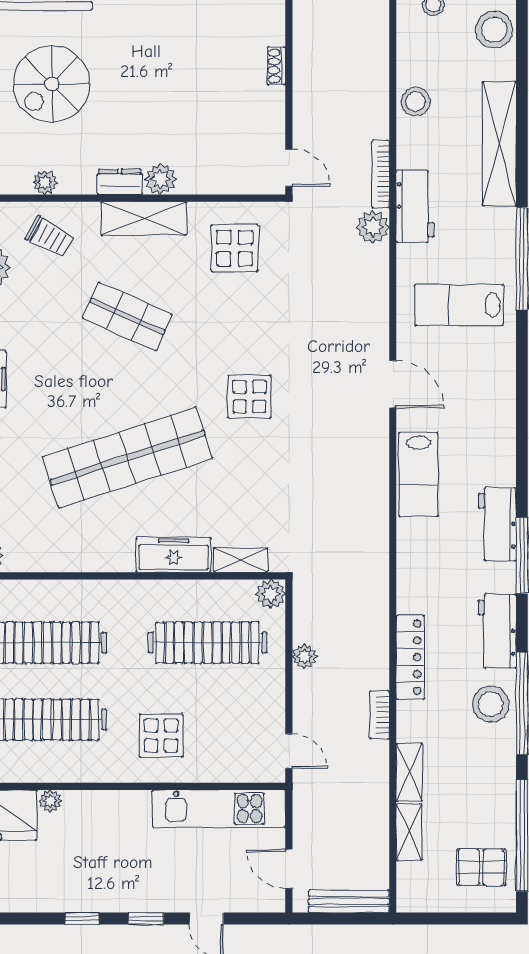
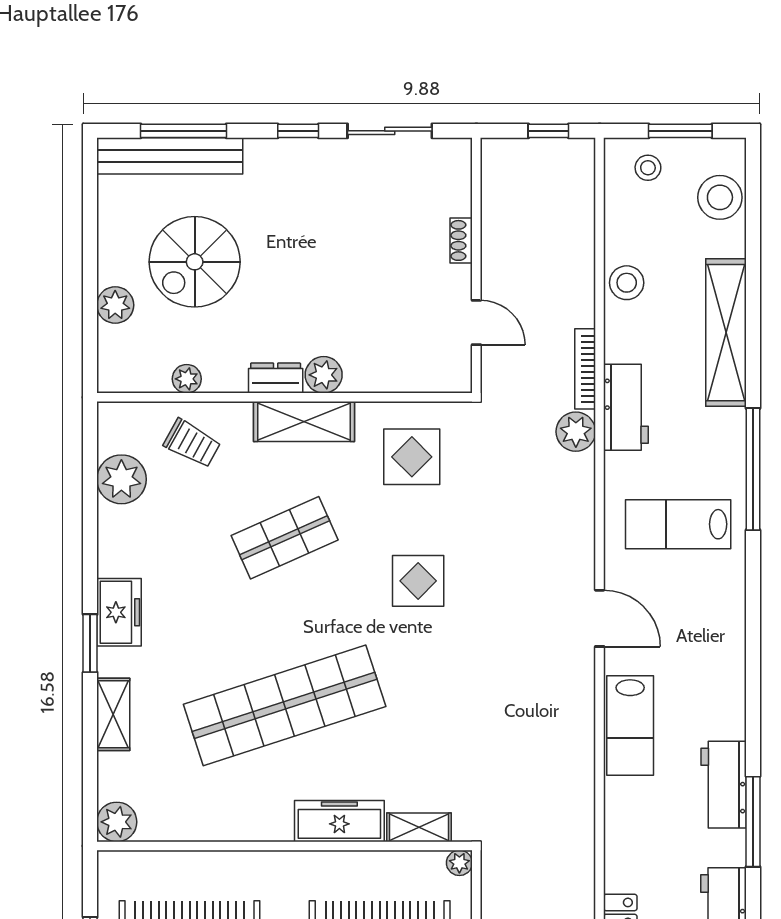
door: (289, 168) -> (476, 323), moved
shop shelf: (127, 316) -> (285, 538), turned -48
display table: (249, 397) -> (418, 581), moved
plant: (271, 594) -> (459, 863), width x0.73, depth x0.73

